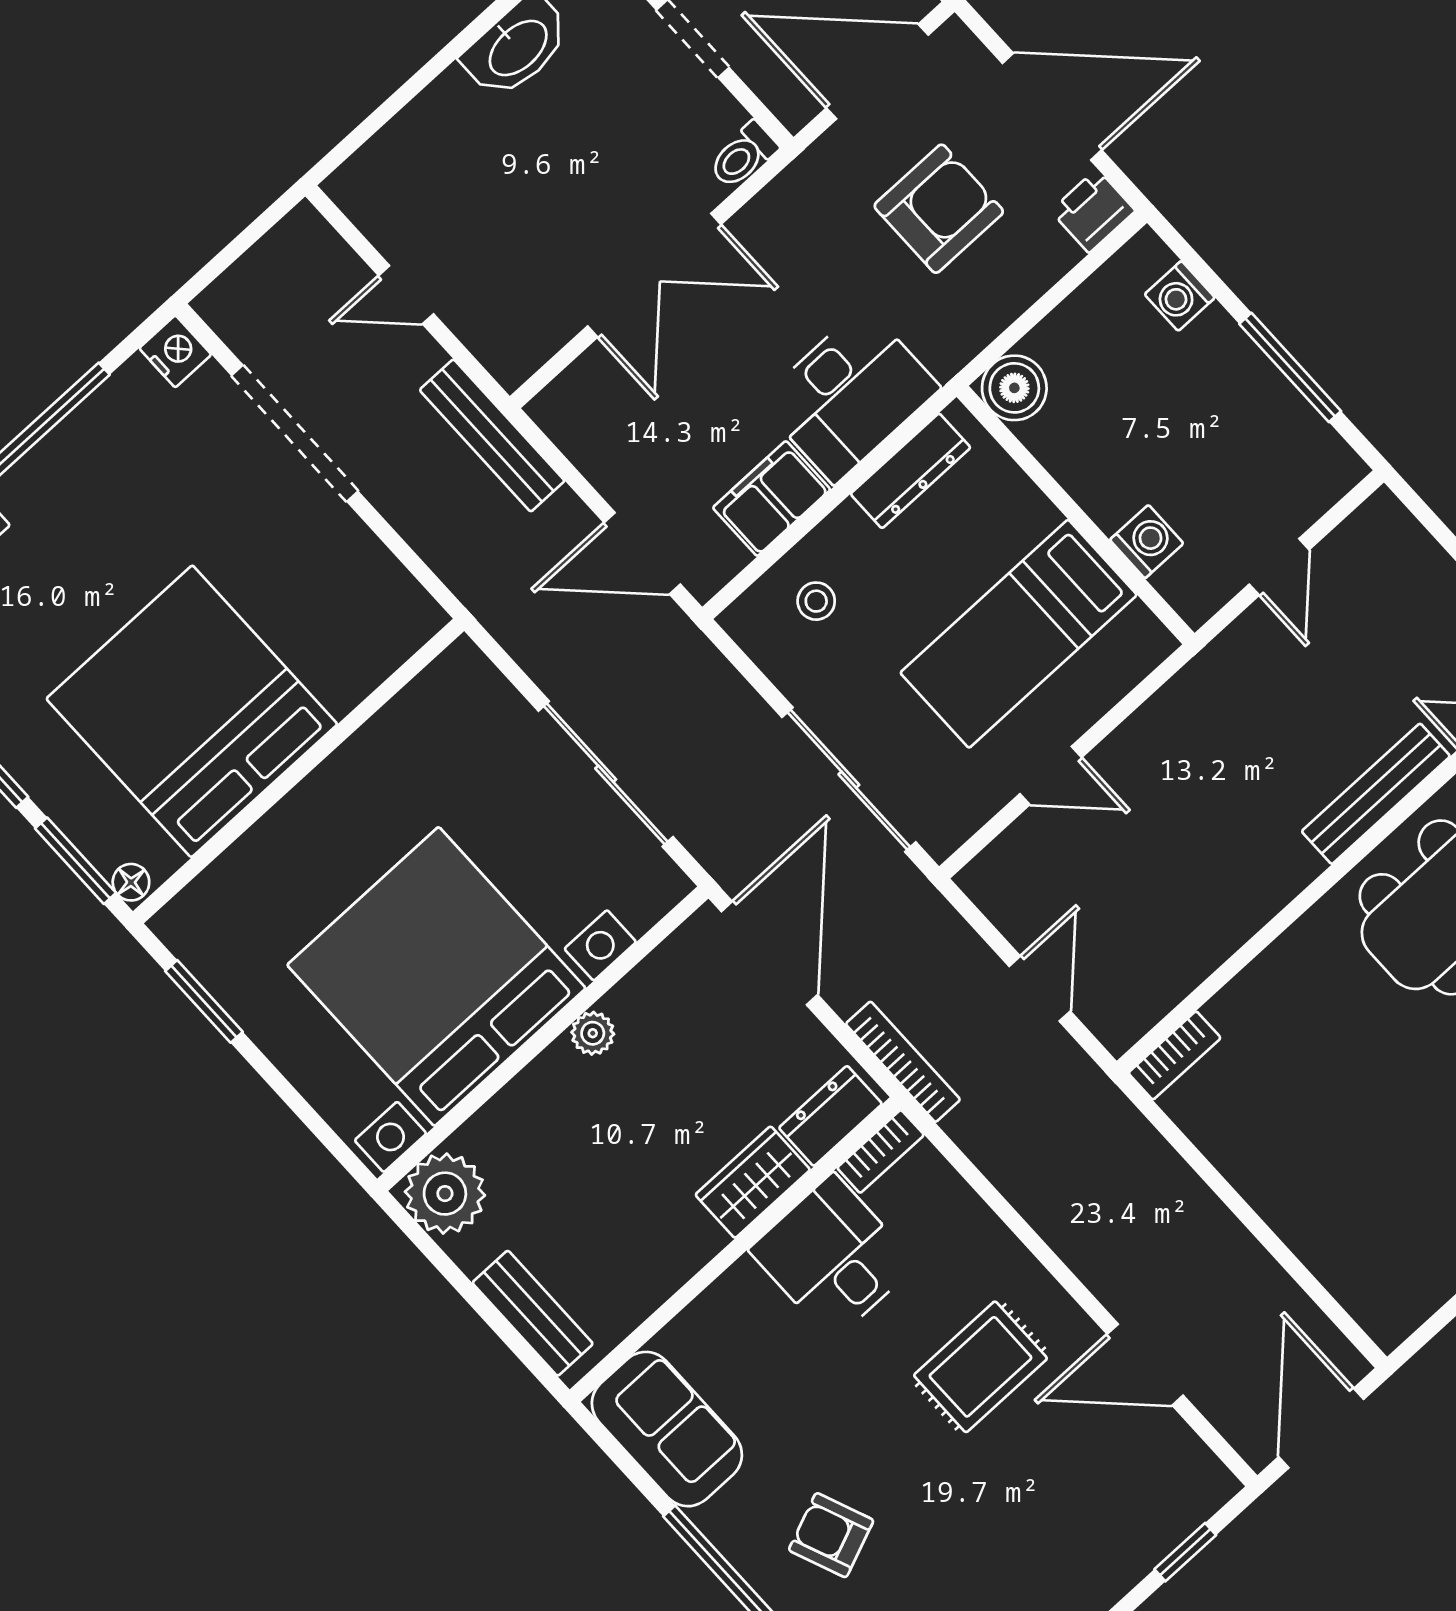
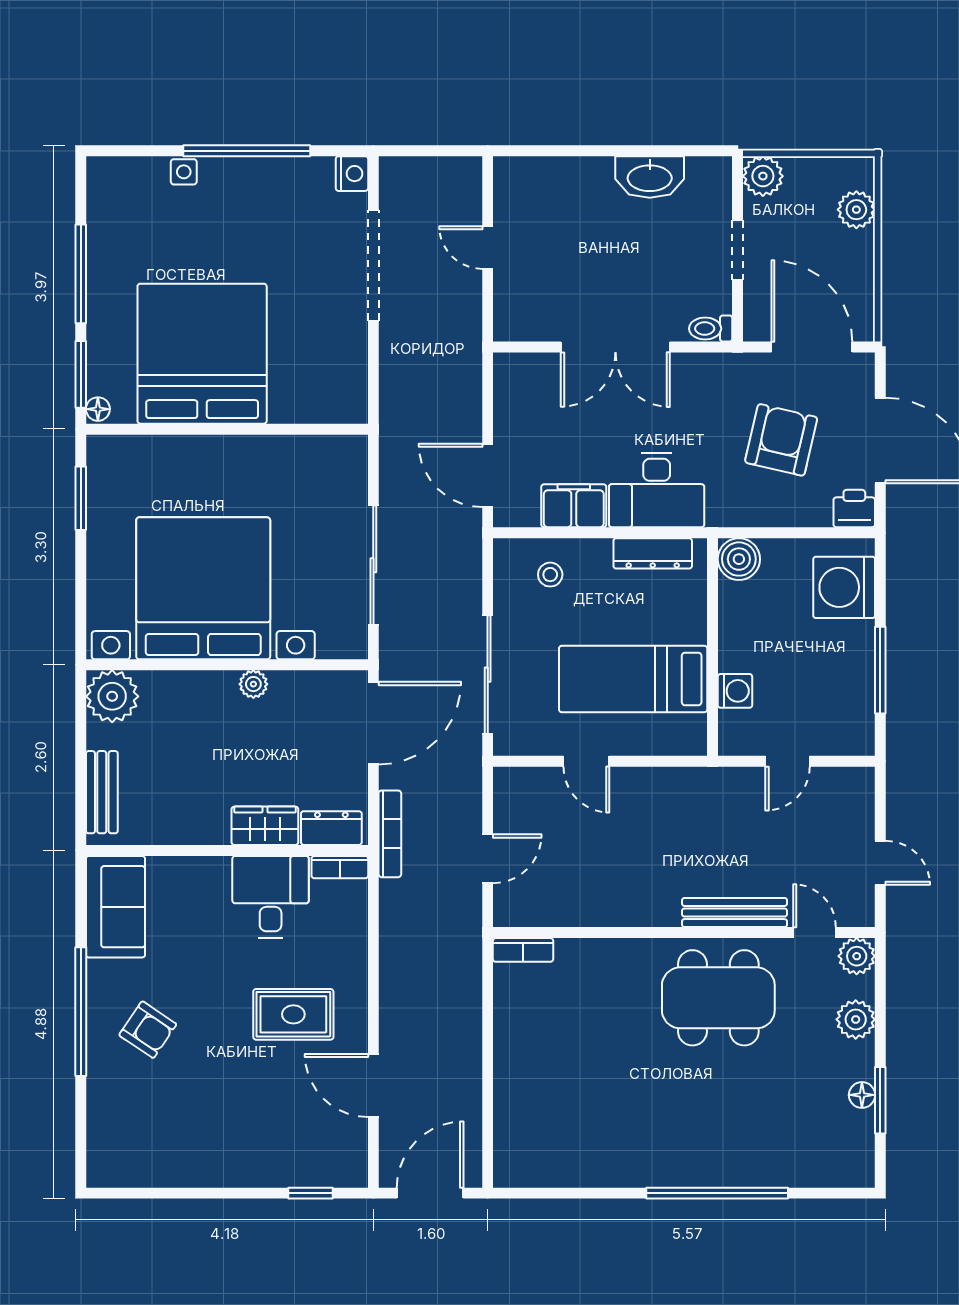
armchair: (939, 209) -> (781, 440), turned -77
washing machine: (1180, 296) -> (844, 587), width x1.89, depth x1.89
bench: (492, 435) -> (467, 353), removed
armchair: (831, 1535) -> (148, 1030), turned 146

